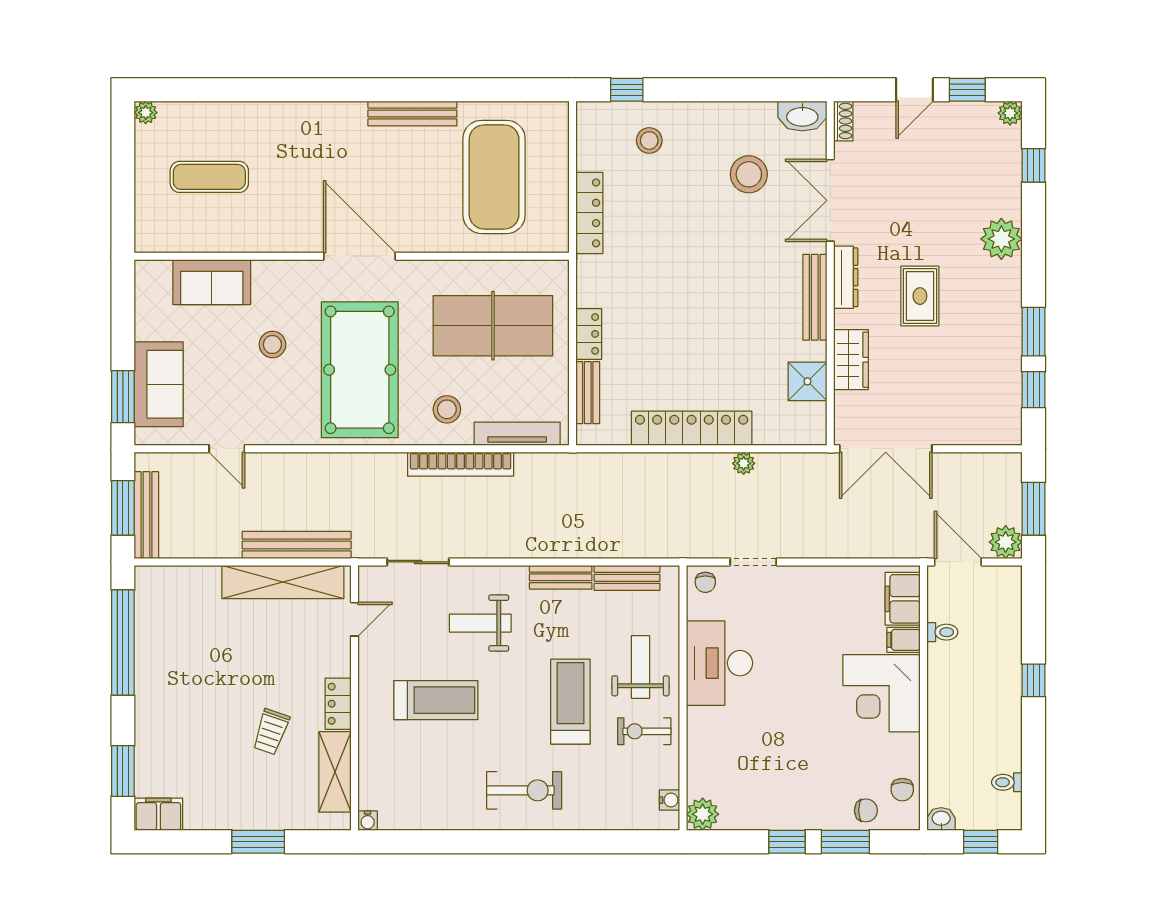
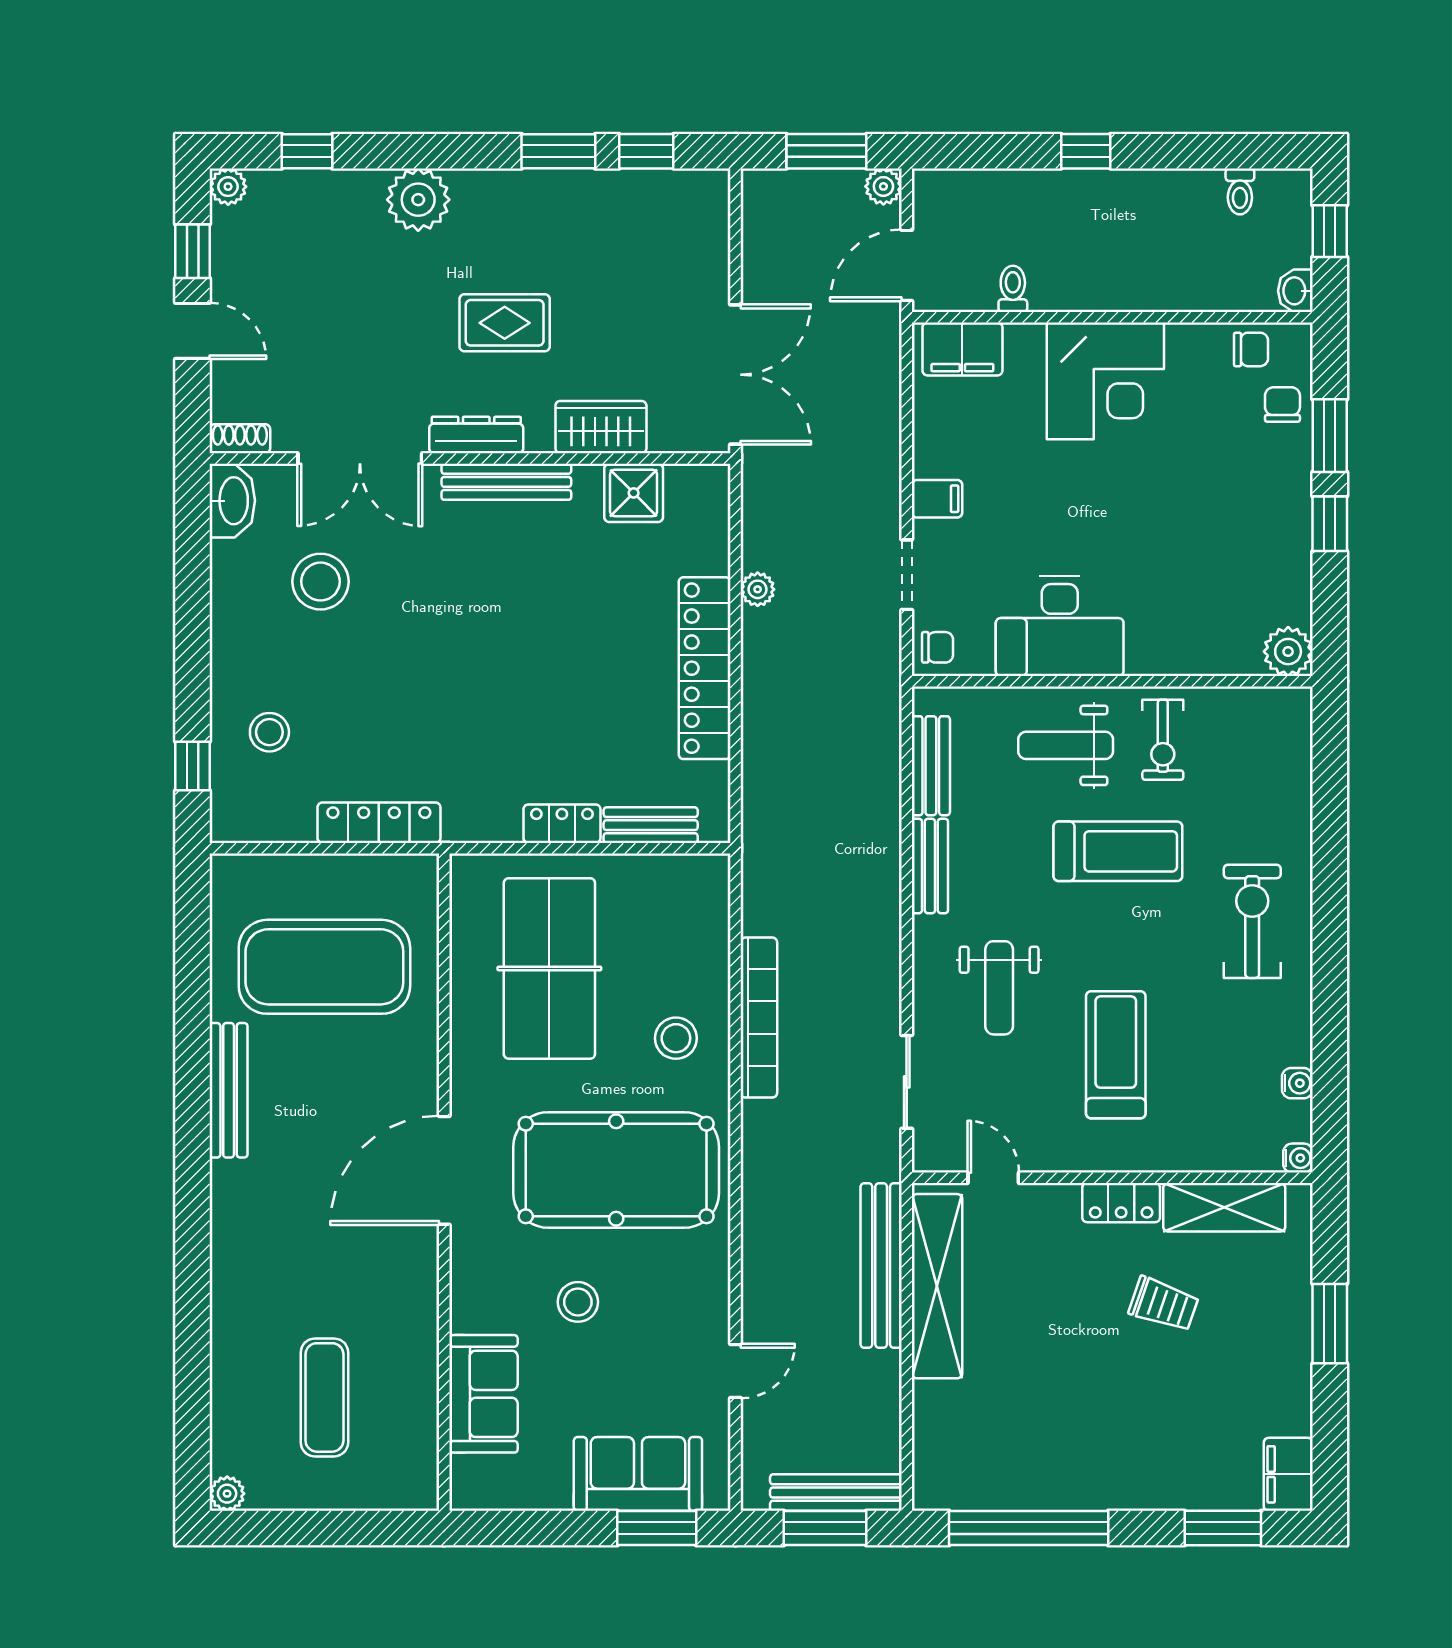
tv unit: (517, 434) -> (713, 932), removed
plant: (1006, 542) -> (883, 186), width x0.73, depth x0.73
filing cabinet: (904, 640) -> (937, 499), moved, turned -90
treadmill: (570, 702) -> (1118, 851), turned 180
water cooler: (669, 800) -> (1297, 1083), moved, turned 90

